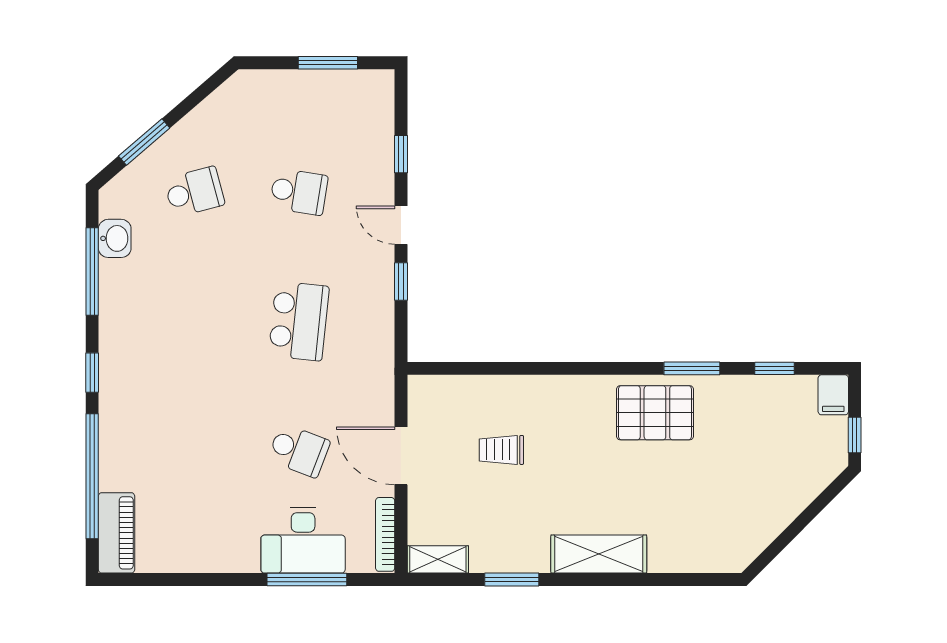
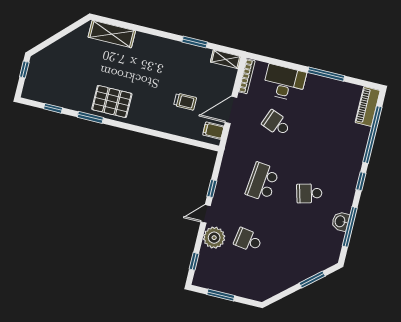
window: (401, 154) -> (194, 261), moved
plant: (371, 180) -> (214, 238), added
school desk: (194, 192) -> (309, 193), moved
door: (401, 225) -> (206, 214), swing flipped
washbasin: (115, 238) -> (340, 221), moved
filing cabinet: (833, 395) -> (213, 131), moved, turned -90
door: (401, 456) -> (231, 110), swing flipped
shelving: (599, 554) -> (112, 34), moved
window: (307, 579) -> (326, 74), moved

